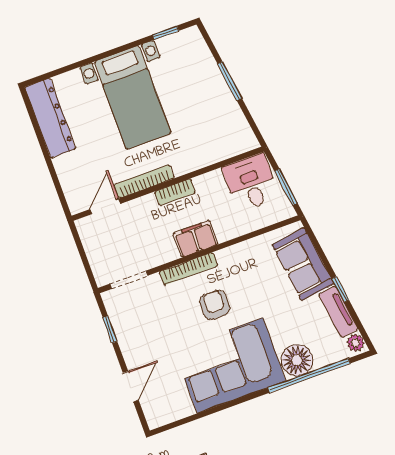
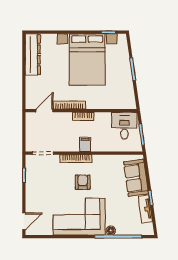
bed with nightstands: (133, 97) -> (87, 59), width x1.36
filing cabinet: (195, 239) -> (85, 144), width x0.50
plant: (356, 343) -> (148, 228), removed
floor lamp: (297, 360) -> (111, 231), width x0.53, depth x0.53
door: (131, 386) -> (24, 221), moved

